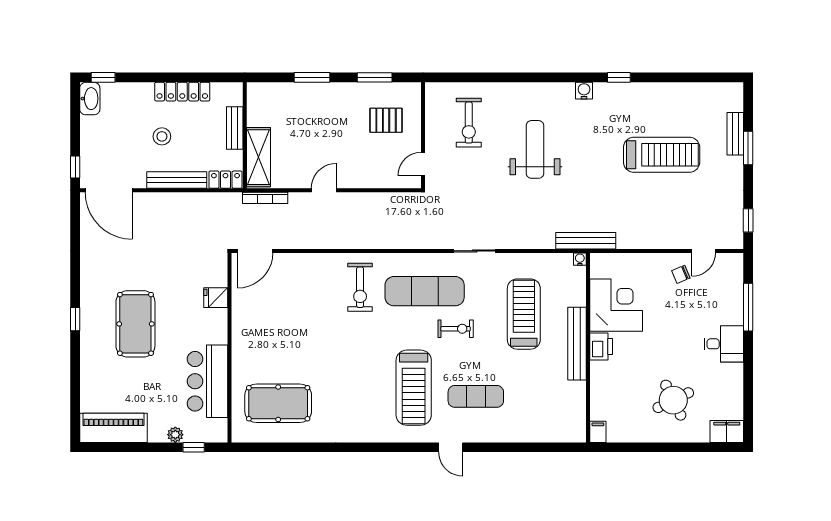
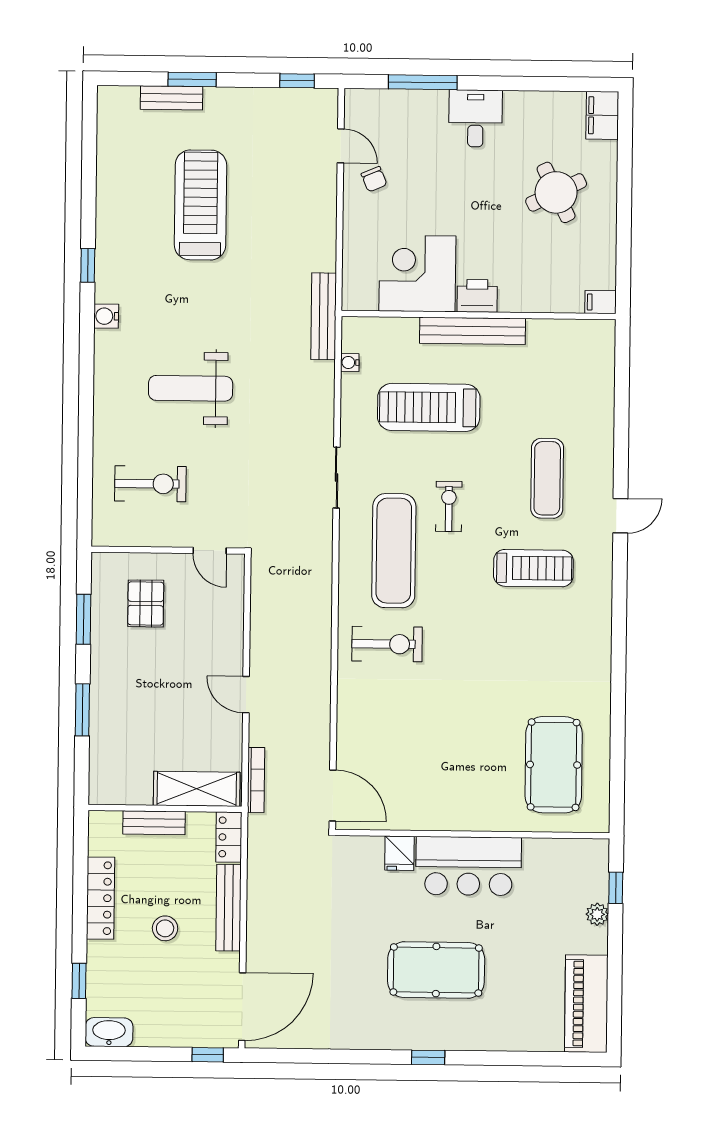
window: (103, 77) -> (79, 981), moved
water cooler: (580, 259) -> (350, 362), moved
bar counter: (208, 381) -> (469, 866), moved
treadmill: (414, 388) -> (533, 568), width x0.73, depth x0.73

